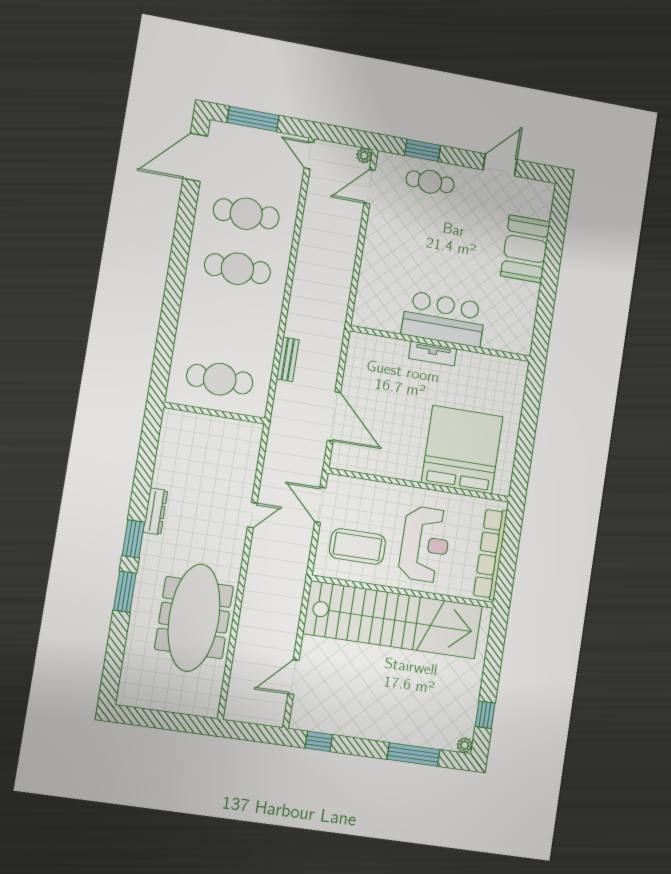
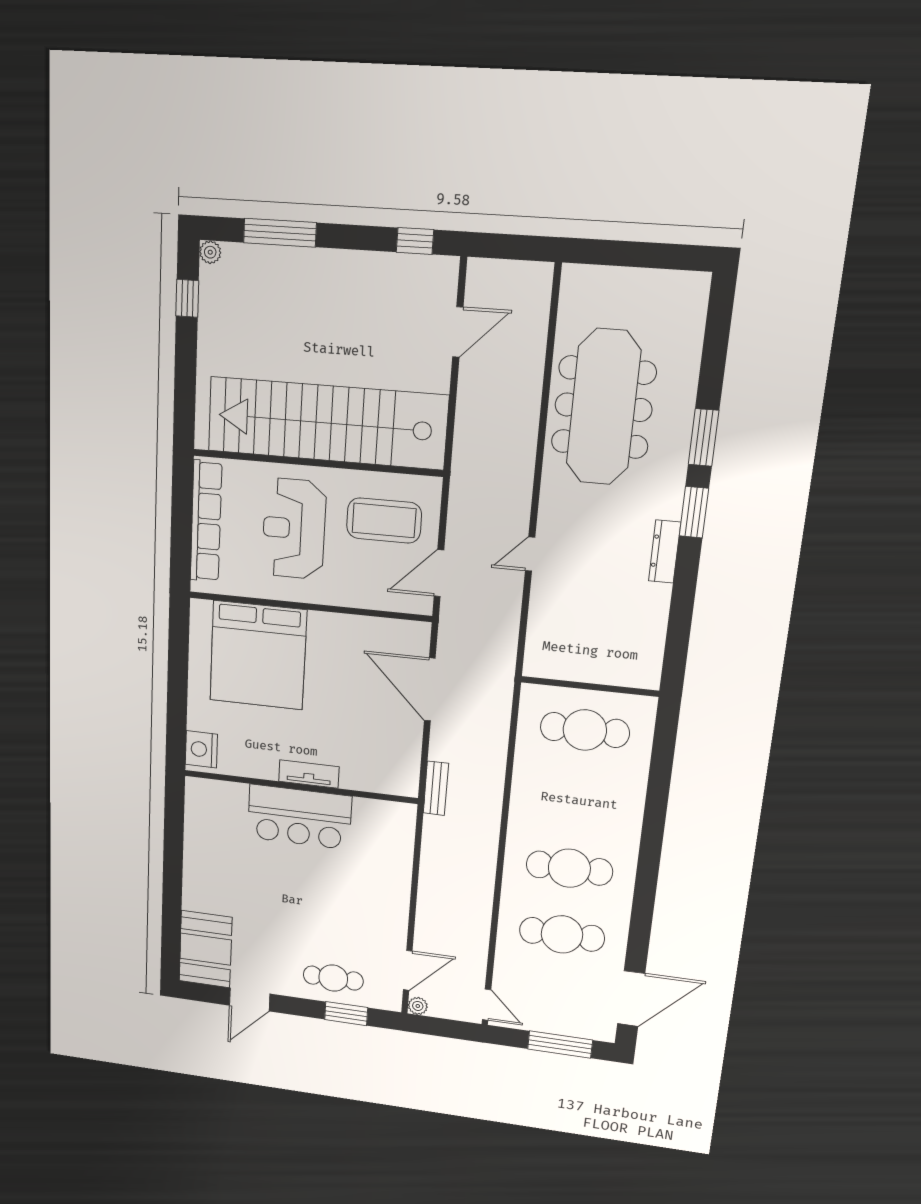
booth: (525, 249) -> (205, 949), moved
bench: (288, 359) -> (436, 788), moved
nightstand: (515, 377) -> (201, 749), added
door: (320, 505) -> (439, 573), swing flipped

